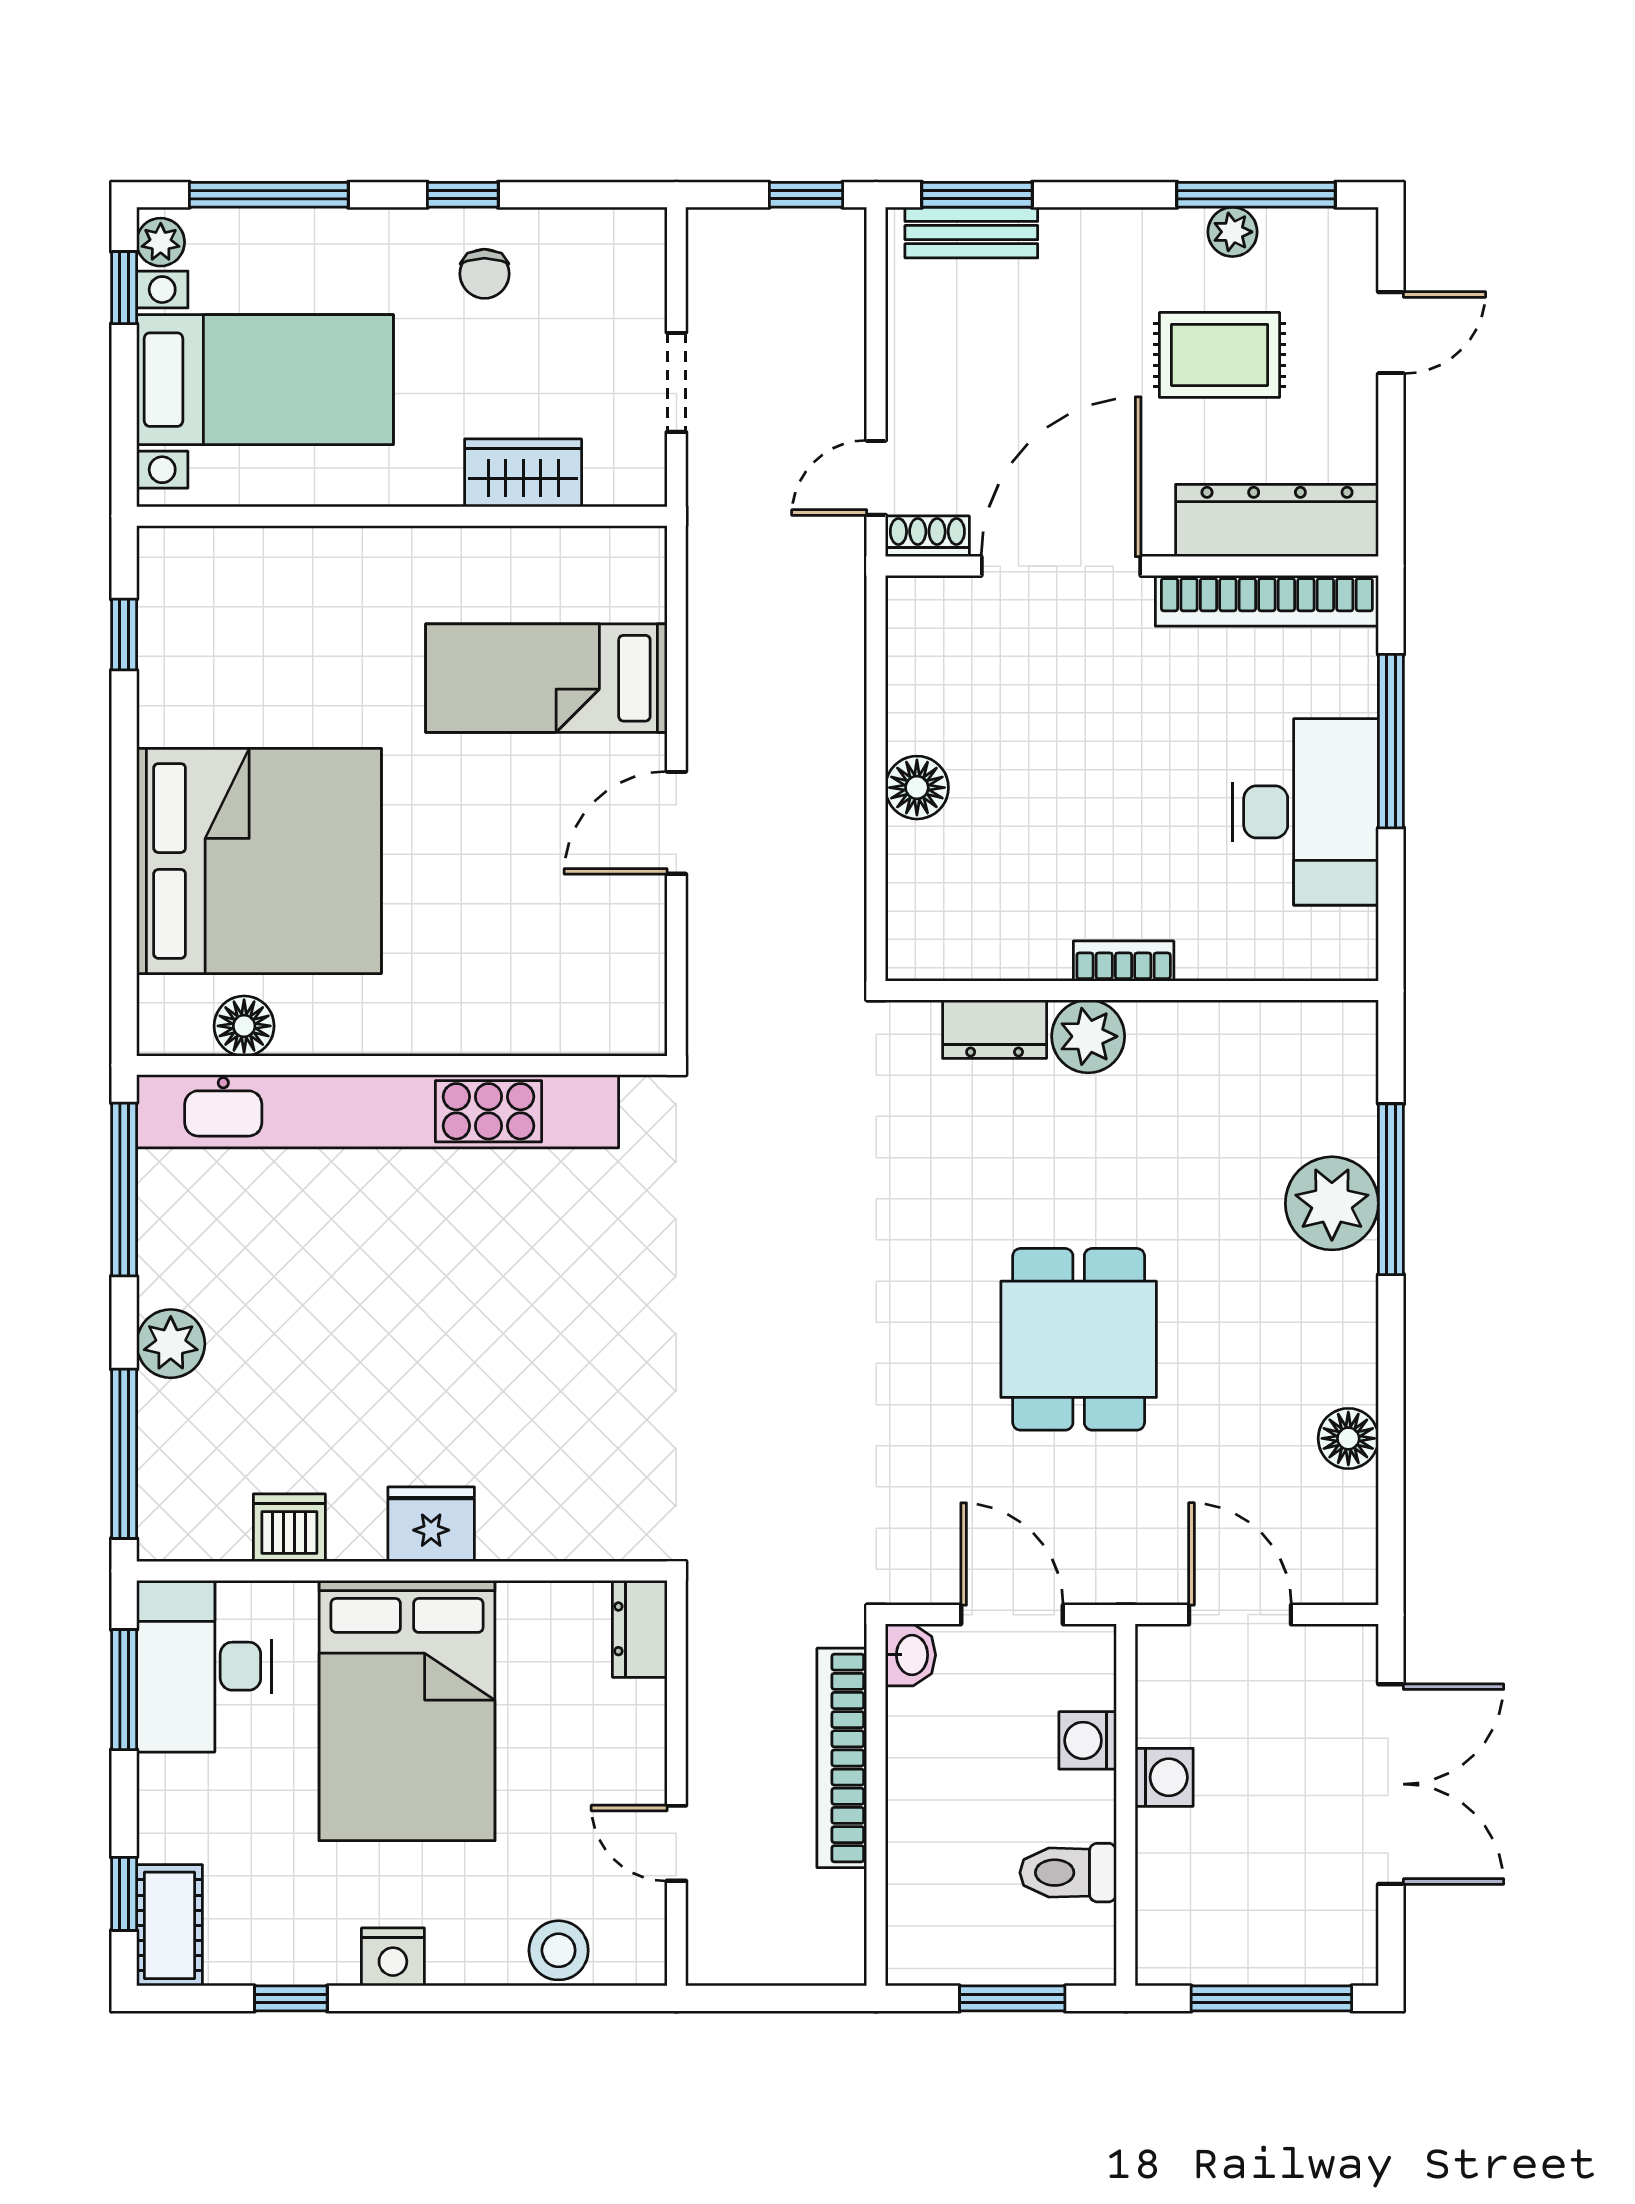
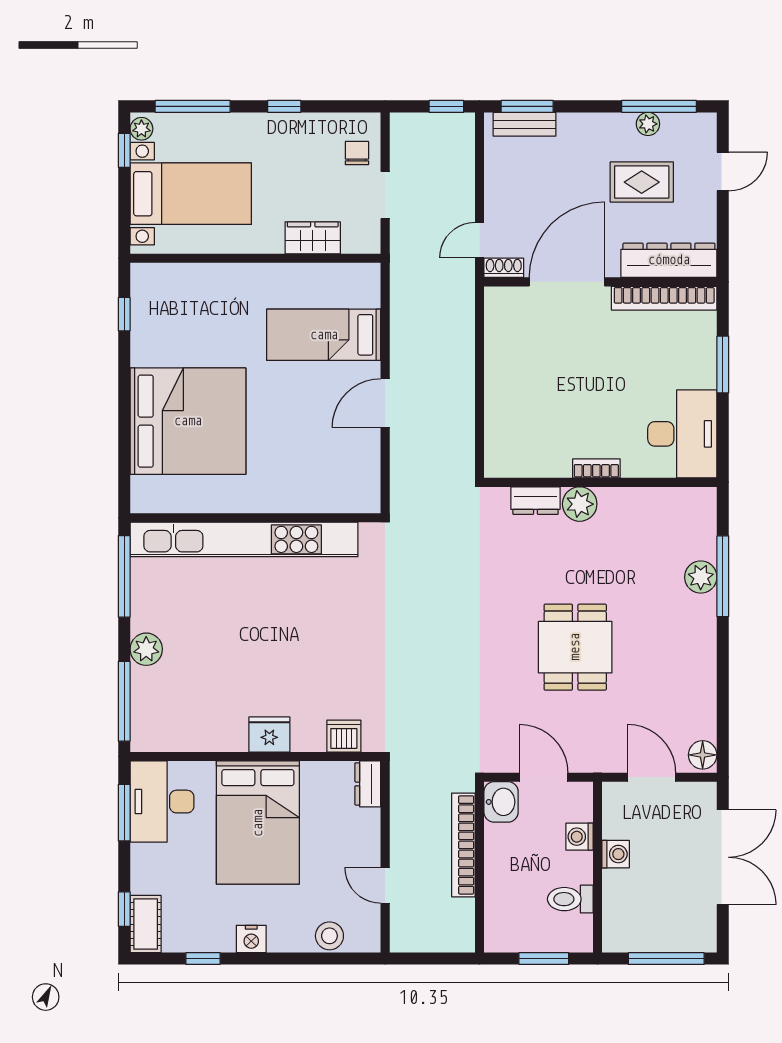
chair: (484, 274) -> (357, 153), moved, turned 180
window: (1391, 741) -> (723, 365), width x0.69
floor lamp: (917, 788) -> (499, 386), removed
desk: (1305, 812) -> (682, 434), moved
floor lamp: (244, 1026) -> (181, 499), removed
plant: (1332, 1203) -> (701, 577), width x0.73, depth x0.73
floor lamp: (1348, 1438) -> (703, 755), moved
dishwasher: (289, 1528) -> (344, 736), moved
washbasin: (911, 1655) -> (501, 802), width x1.38, depth x1.45

